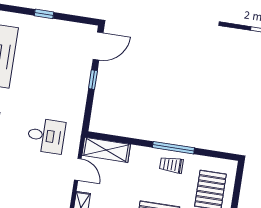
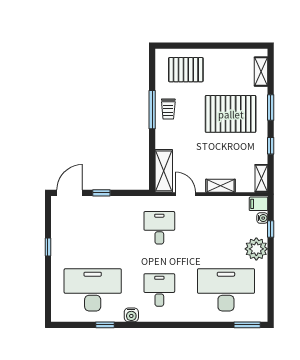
door: (98, 46) -> (70, 193), hinge flipped
door: (78, 169) -> (186, 194), hinge flipped

